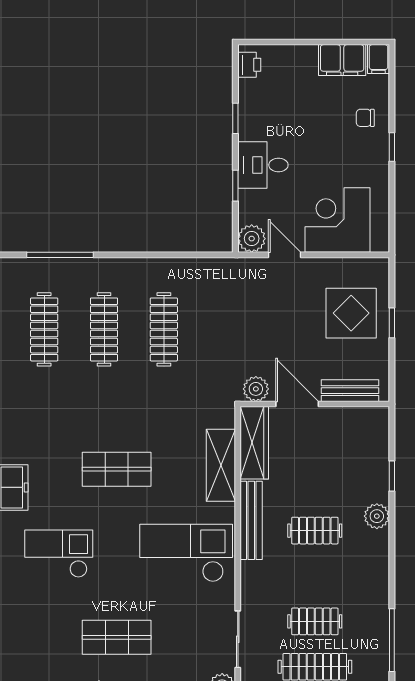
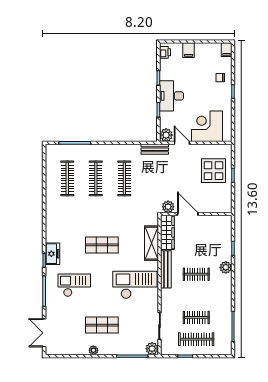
filing cabinet: (342, 60) -> (188, 50), moved, width x0.50
desk: (263, 165) -> (171, 96), width x1.37
bench: (350, 391) -> (155, 149), moved

